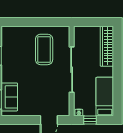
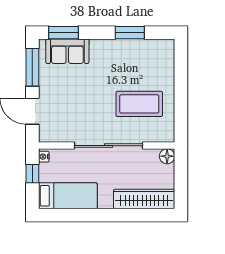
floor lamp: (79, 31) -> (167, 156), added
window: (20, 120) -> (32, 67), added

